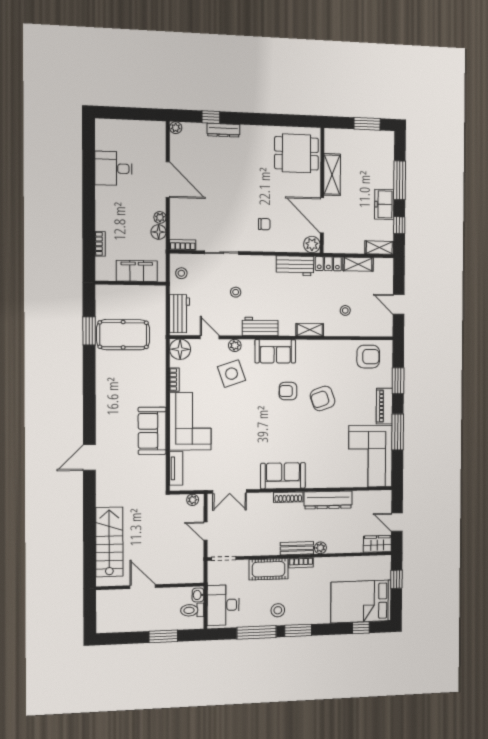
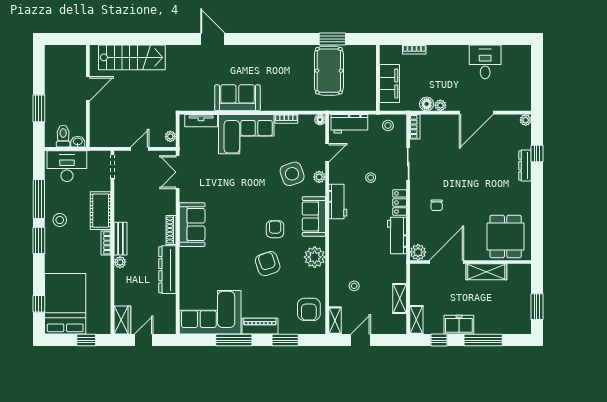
locker: (328, 264) -> (400, 202), moved
shelving: (310, 330) -> (335, 321), moved
floor lamp: (180, 349) -> (320, 120), width x0.53, depth x0.53
plant: (316, 351) -> (315, 257), added

